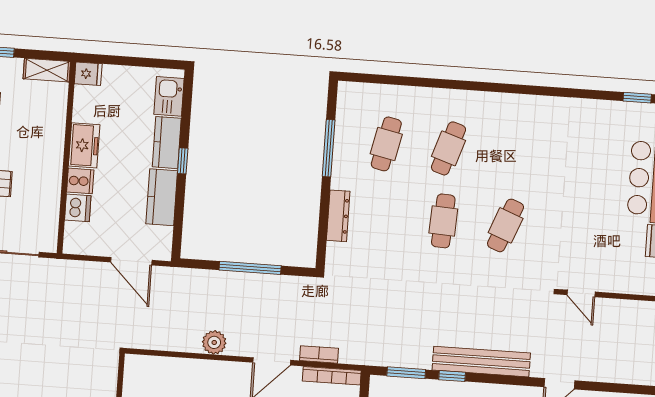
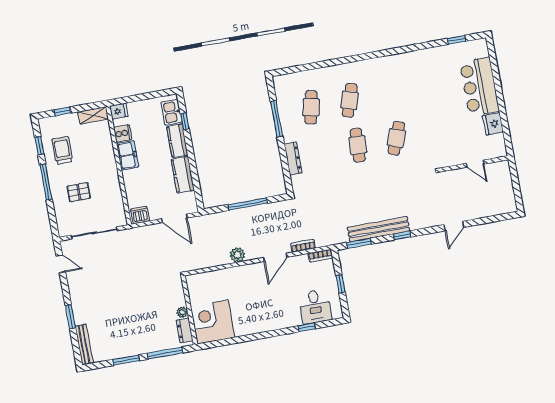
window: (183, 161) -> (185, 121), moved
cooker: (80, 181) -> (123, 133), moved
dishwasher: (78, 208) -> (140, 215), moved, turned -90
door: (581, 293) -> (475, 164), moved
bench: (481, 362) -> (379, 229), moved
bookcase: (332, 376) -> (321, 256), width x0.64
window: (452, 376) -> (402, 235), moved

